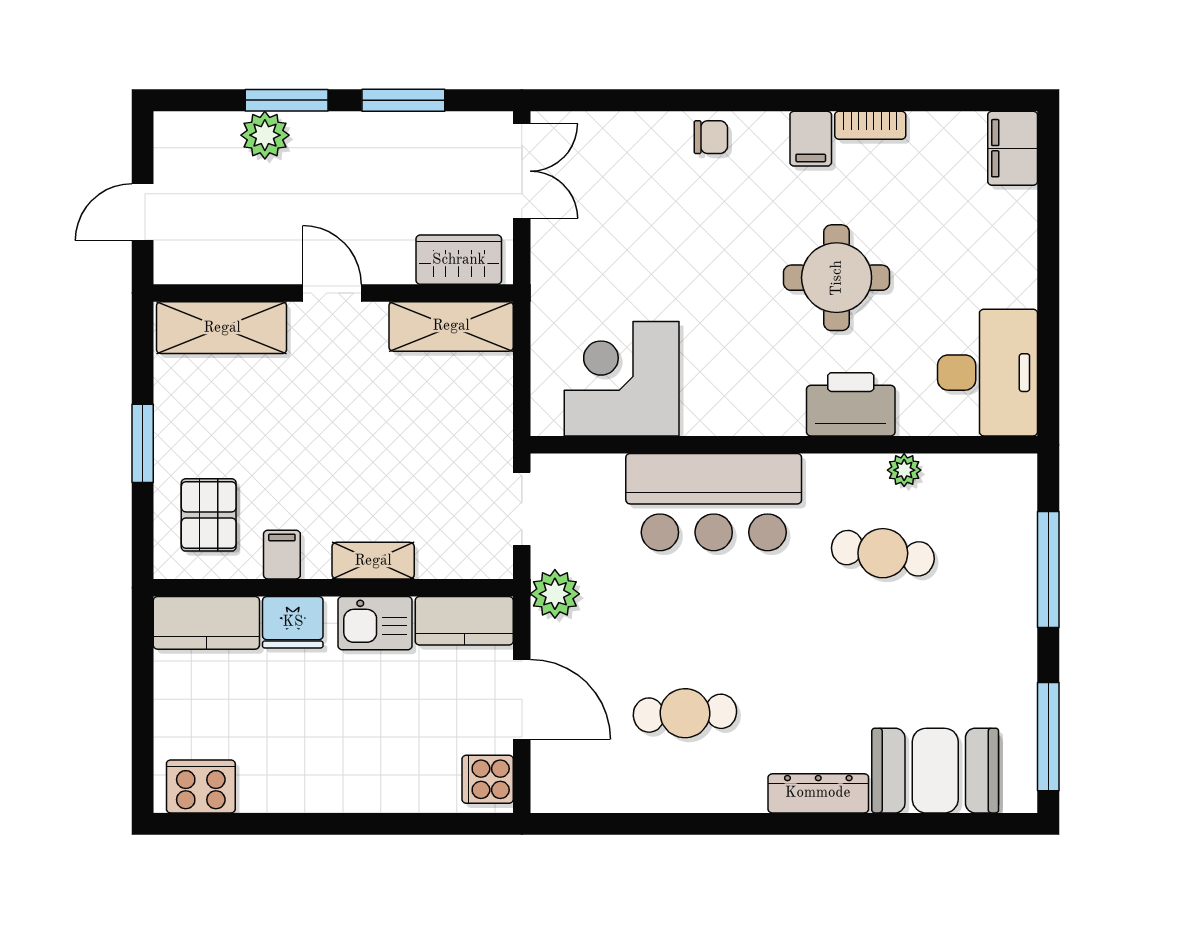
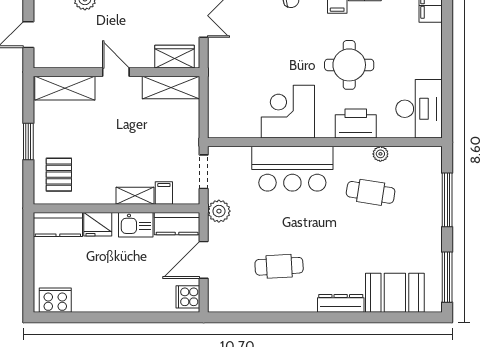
corner desk: (622, 379) -> (288, 112), moved
filing cabinet: (282, 555) -> (164, 193), moved
door: (522, 699) -> (204, 260), swing flipped

